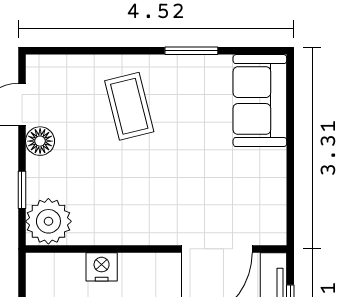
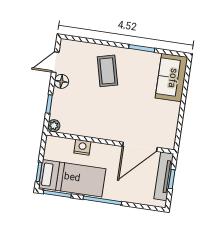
plant: (48, 221) -> (54, 126), width x0.53, depth x0.53

